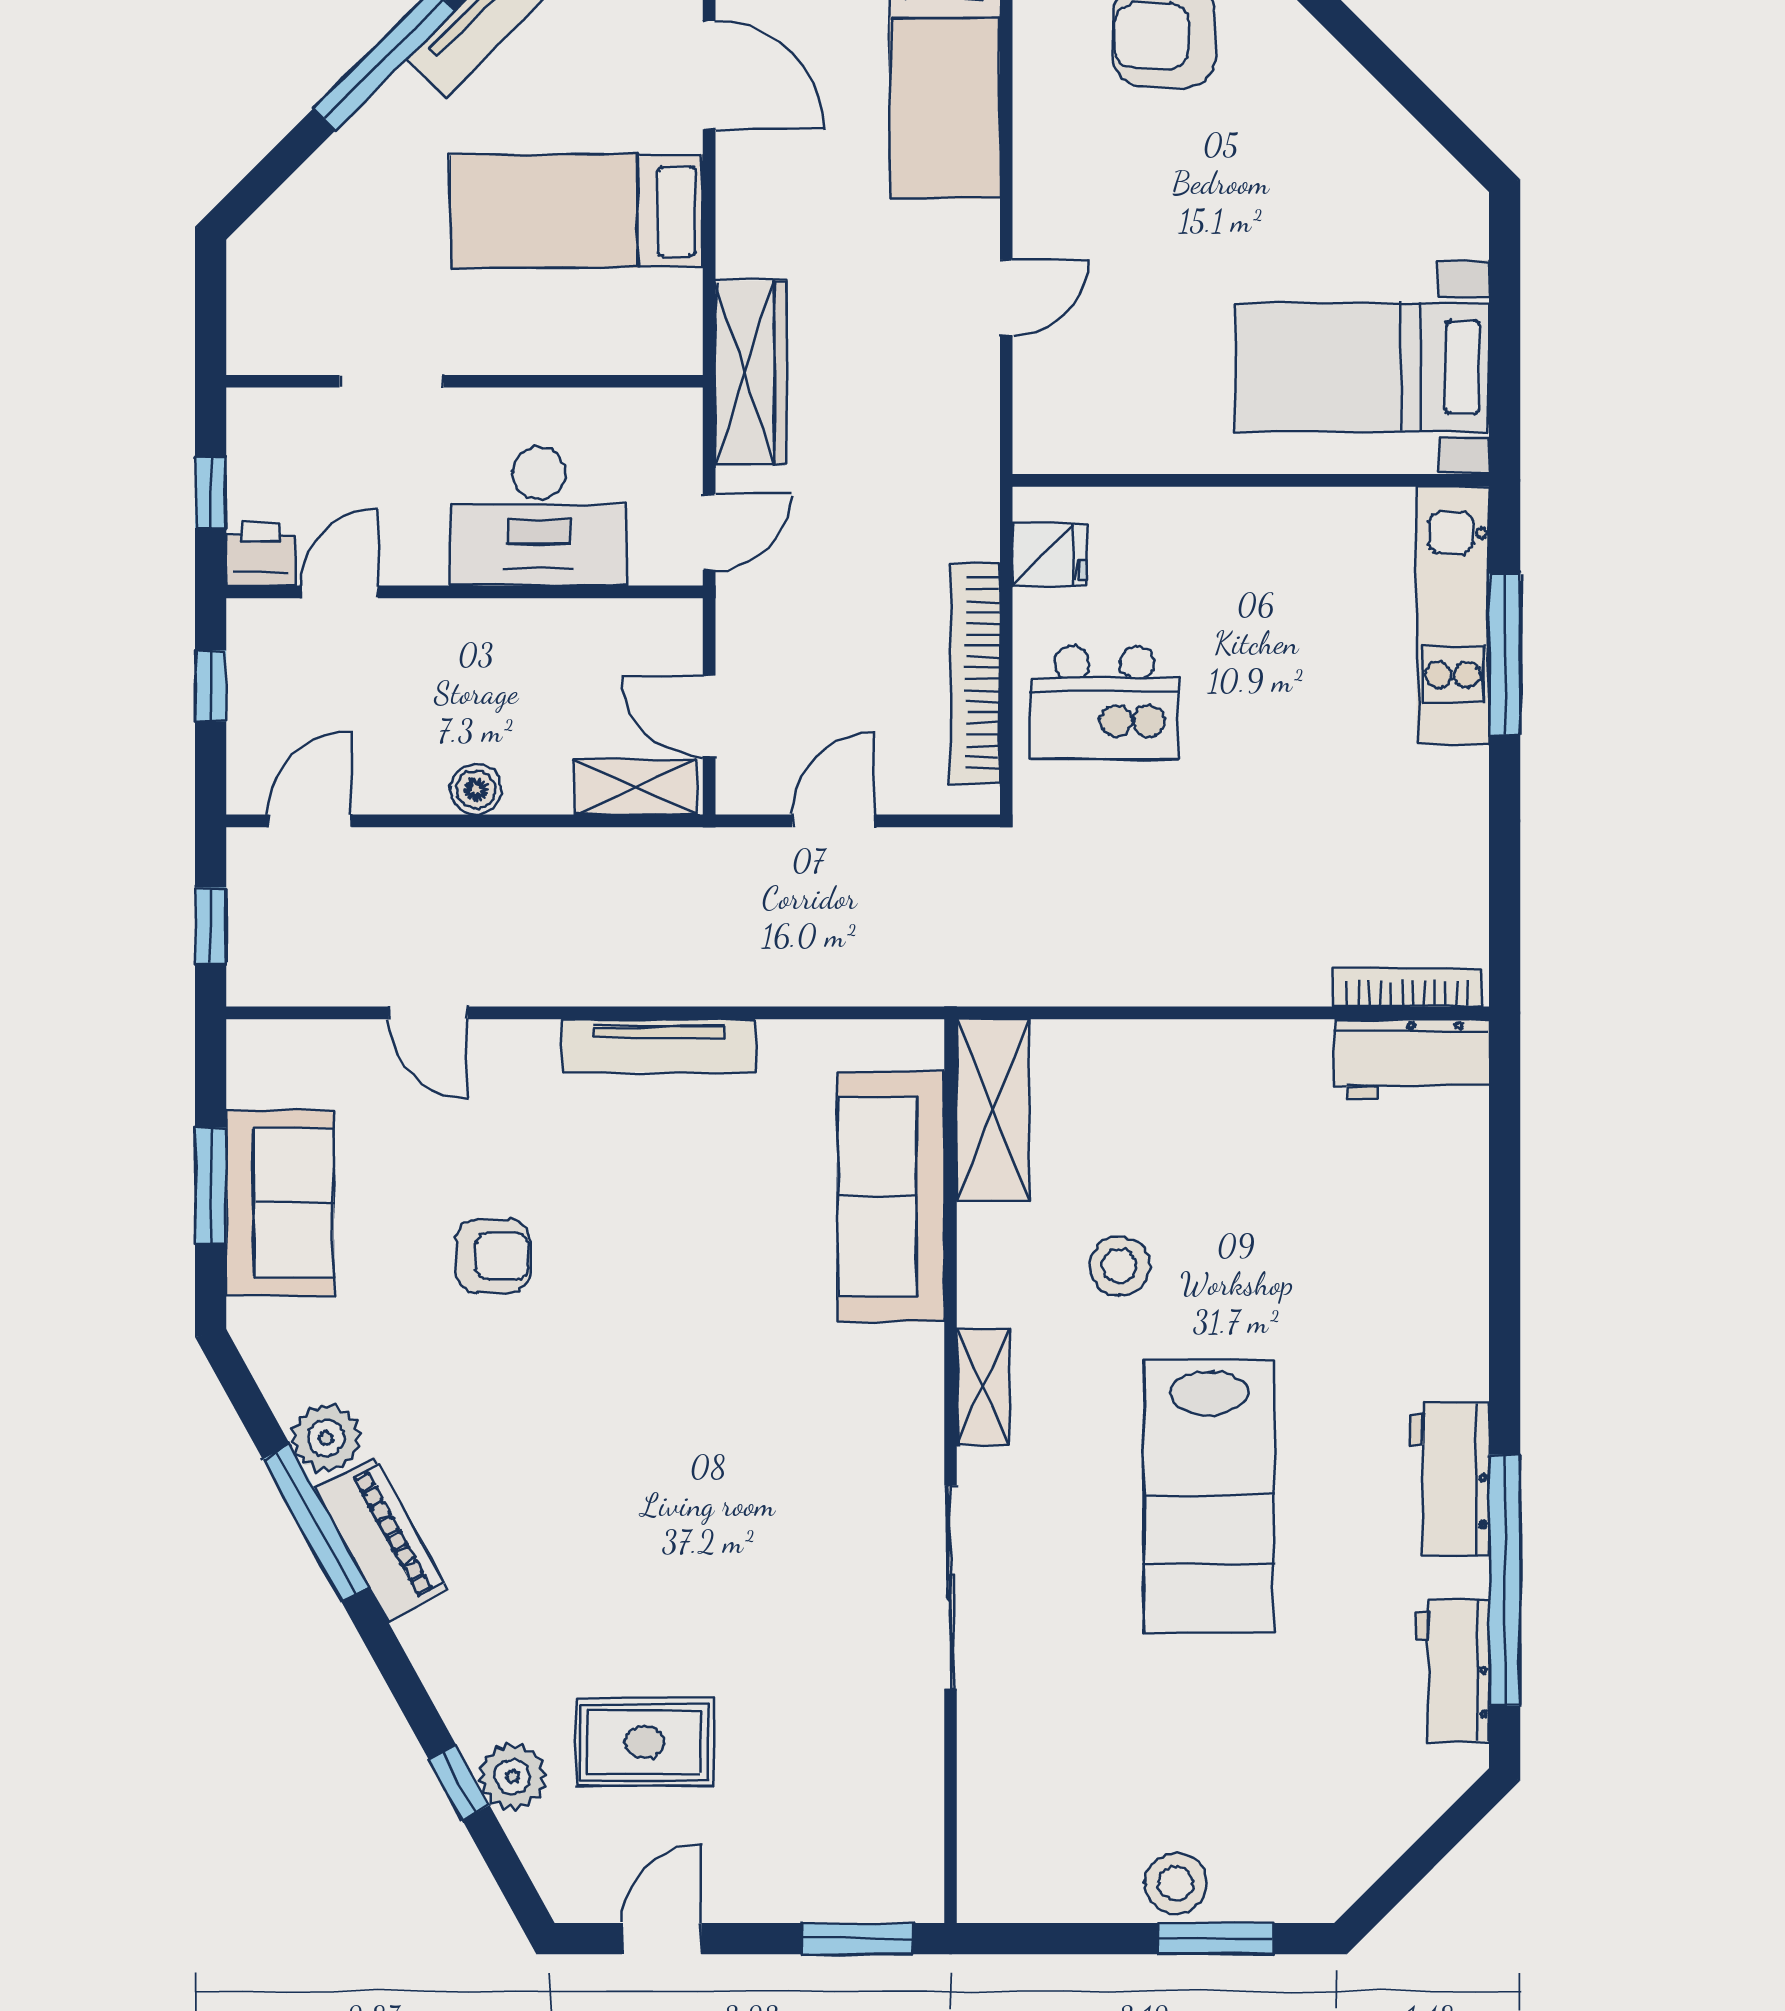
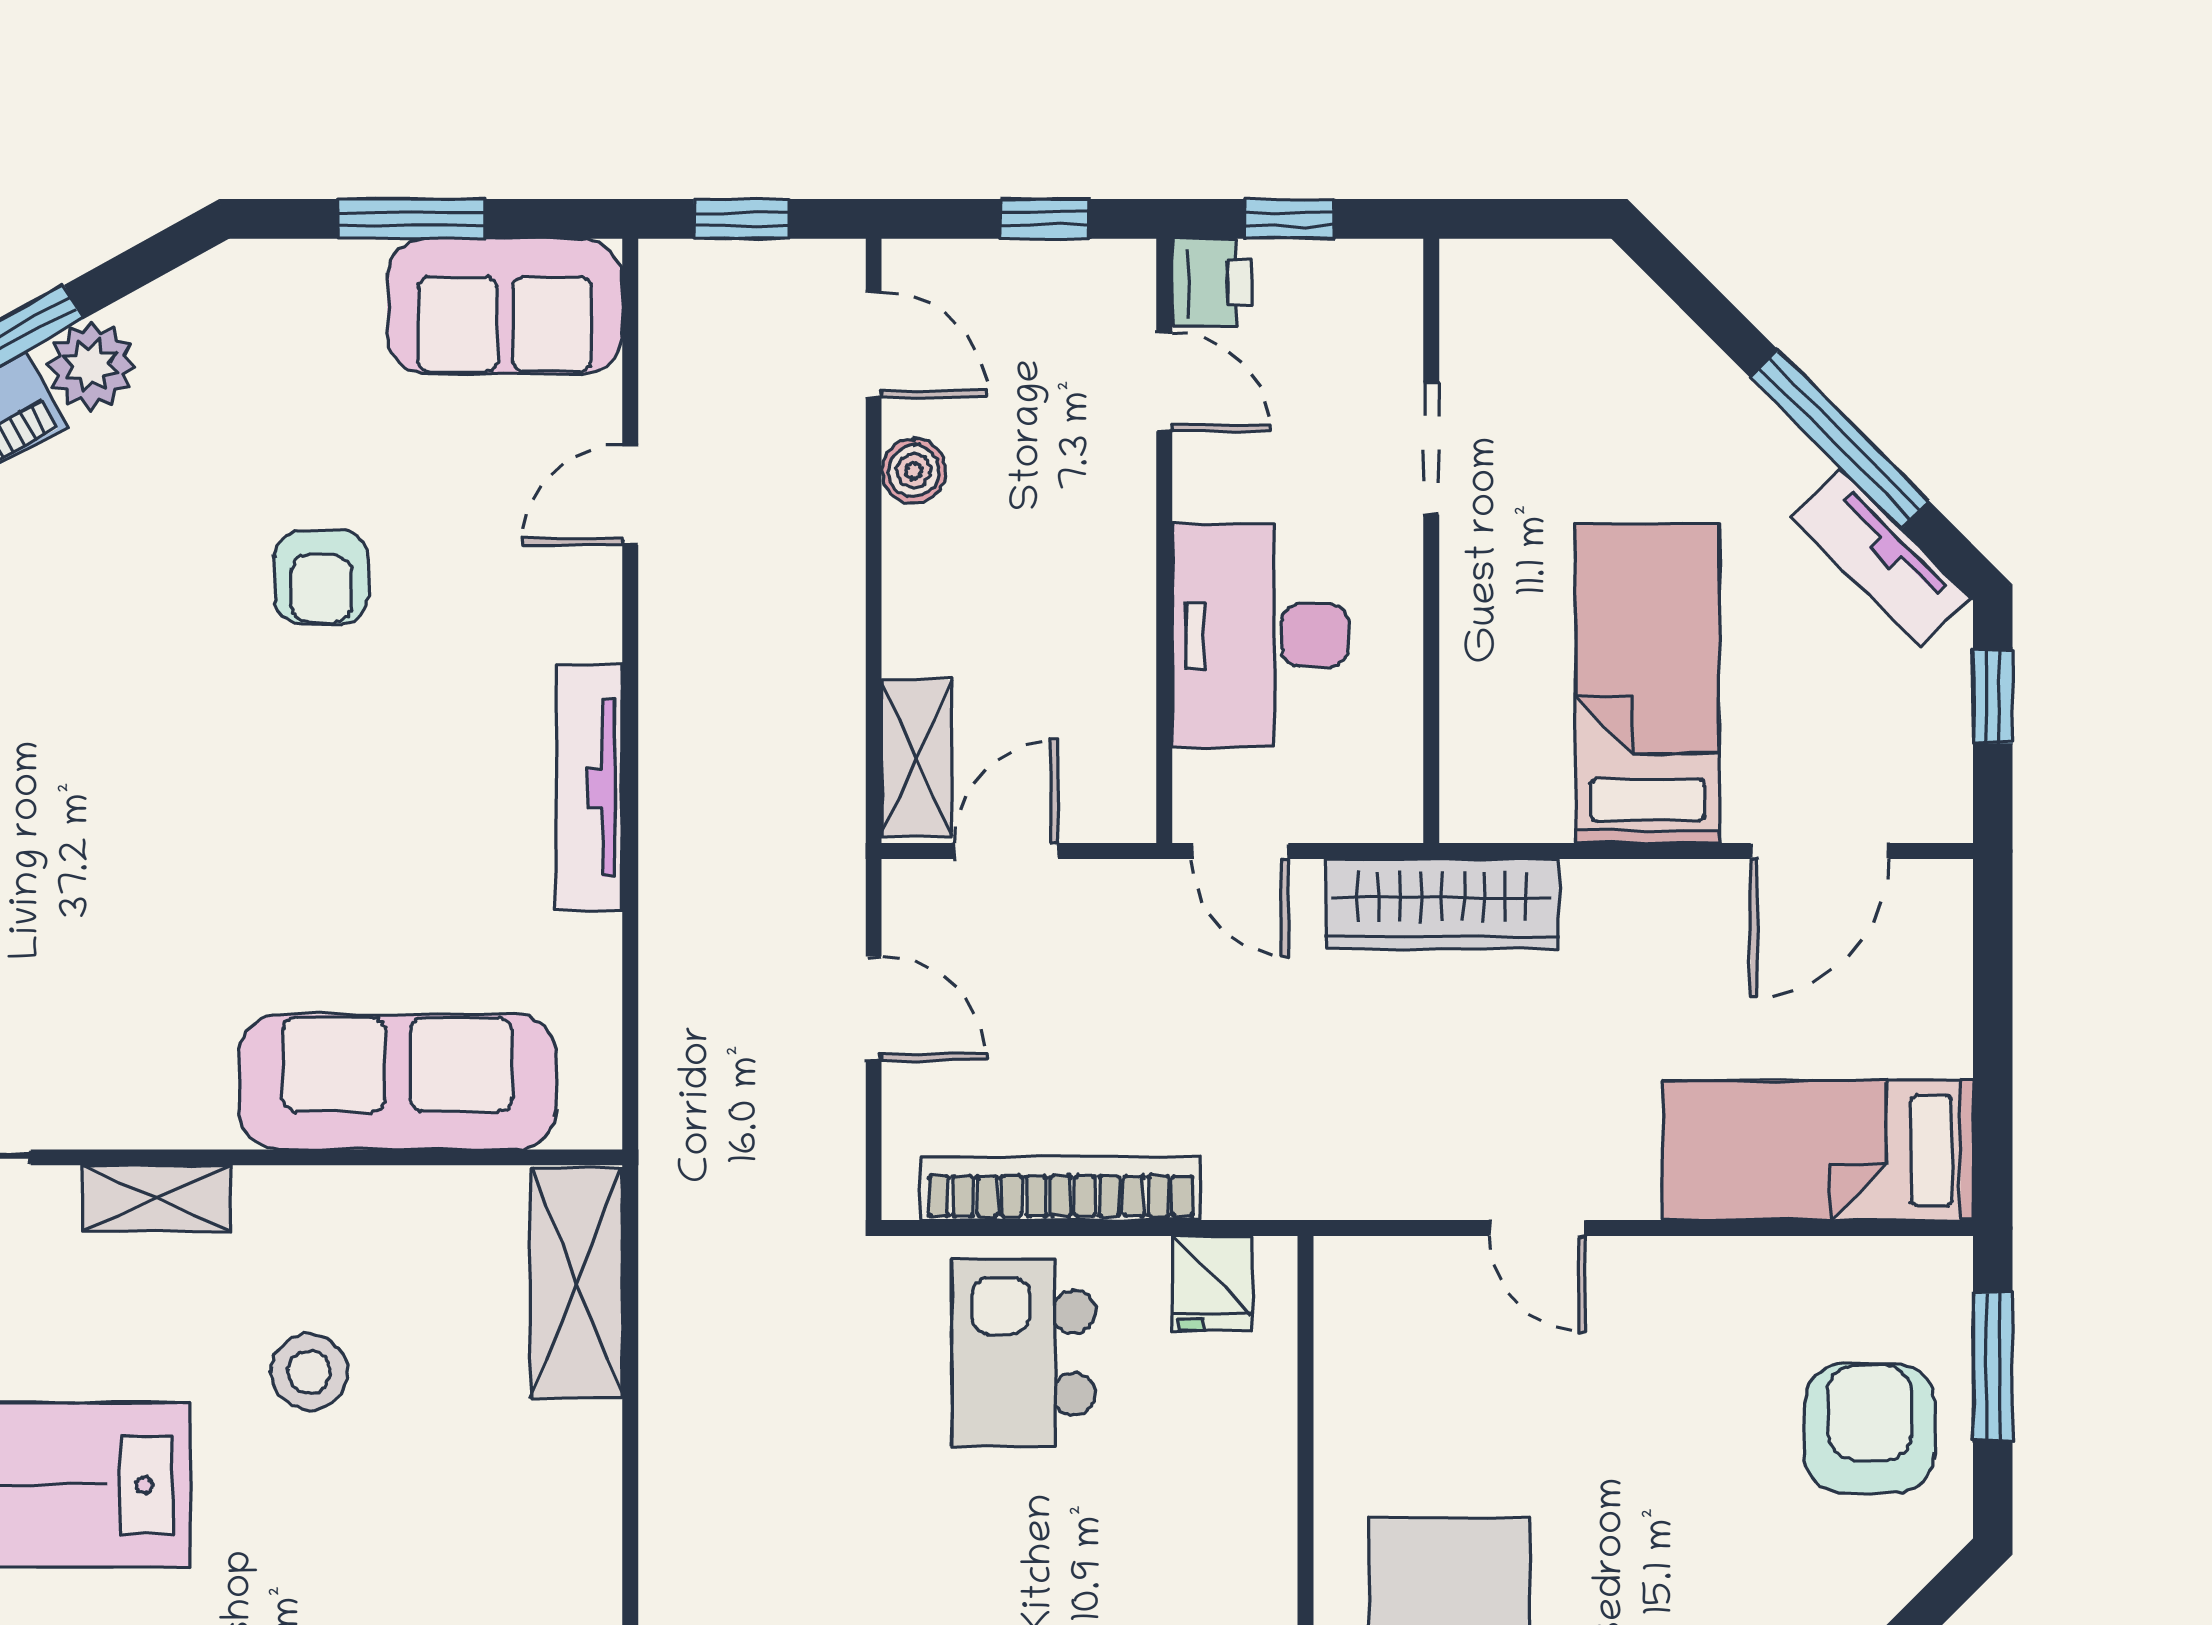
boiler: (476, 789) -> (914, 471), moved
shelving: (993, 1110) -> (576, 1283), moved, turned 90
sofa: (280, 1203) -> (505, 306), moved

